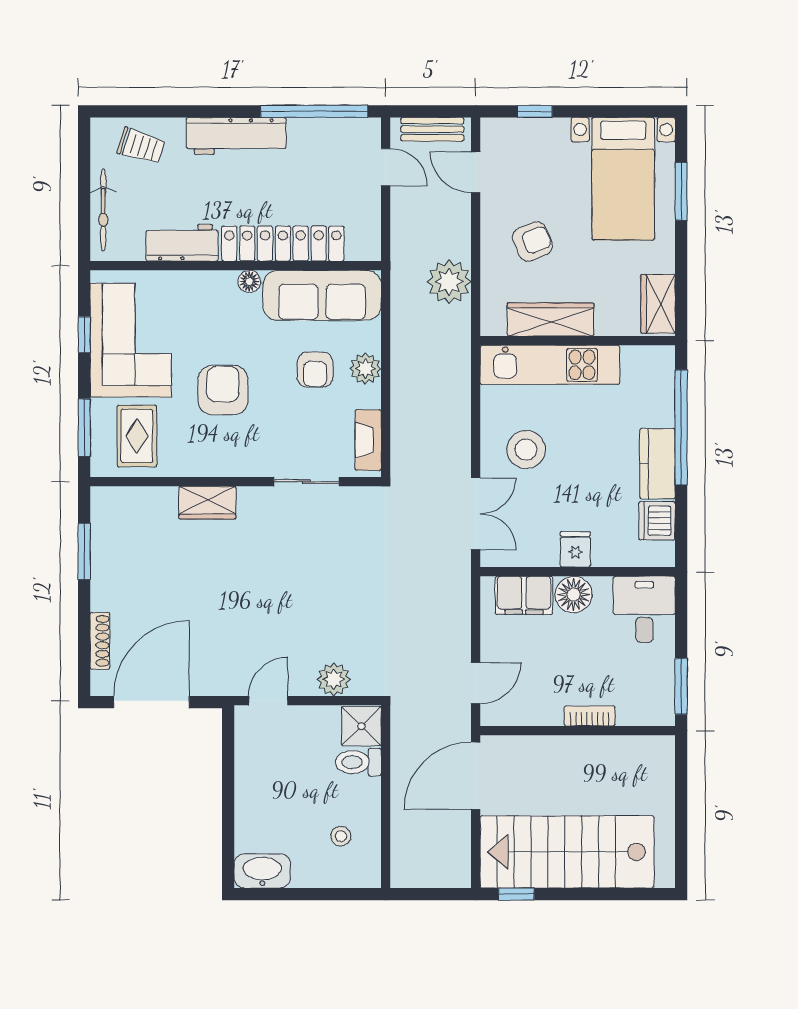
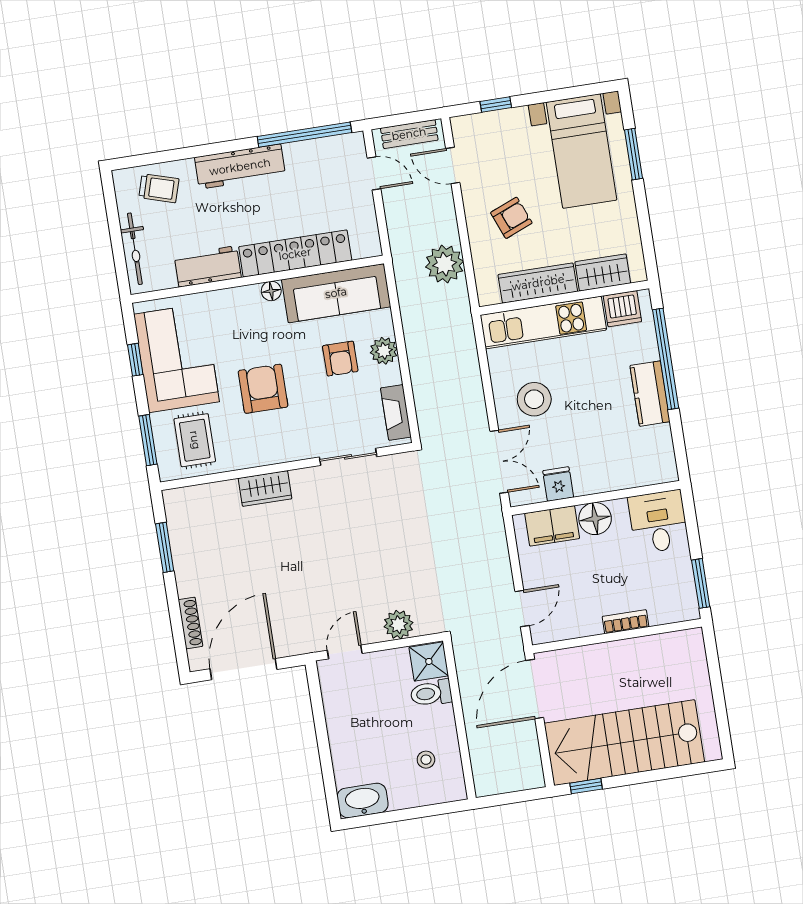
wardrobe: (658, 304) -> (603, 273), moved, turned 90
dishwasher: (657, 521) -> (622, 309), moved, turned -90
fridge: (575, 549) -> (558, 484), moved

